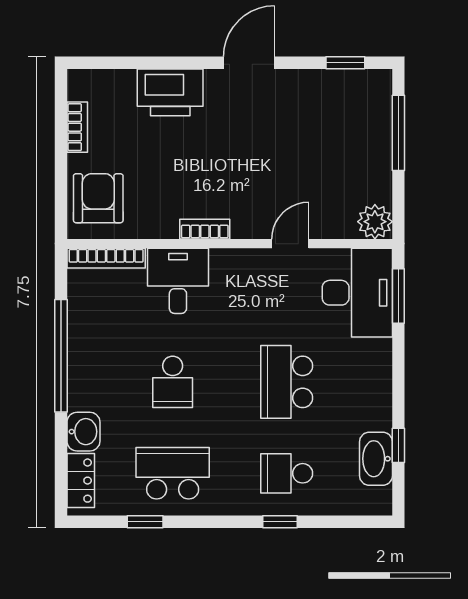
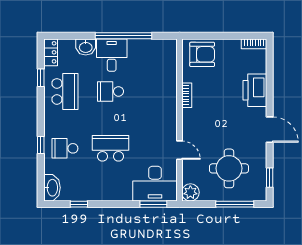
bookcase: (77, 127) -> (254, 44), moved
round table: (327, 144) -> (229, 168), added
bookcase: (205, 229) -> (187, 95), moved
bookcase: (106, 258) -> (172, 58), removed
desk: (178, 281) -> (112, 55), moved, turned -90
washbasin: (376, 459) -> (52, 188), moved, turned 90
school desk: (287, 473) -> (65, 148), turned -90
locker: (81, 481) -> (51, 52), moved, turned -90

